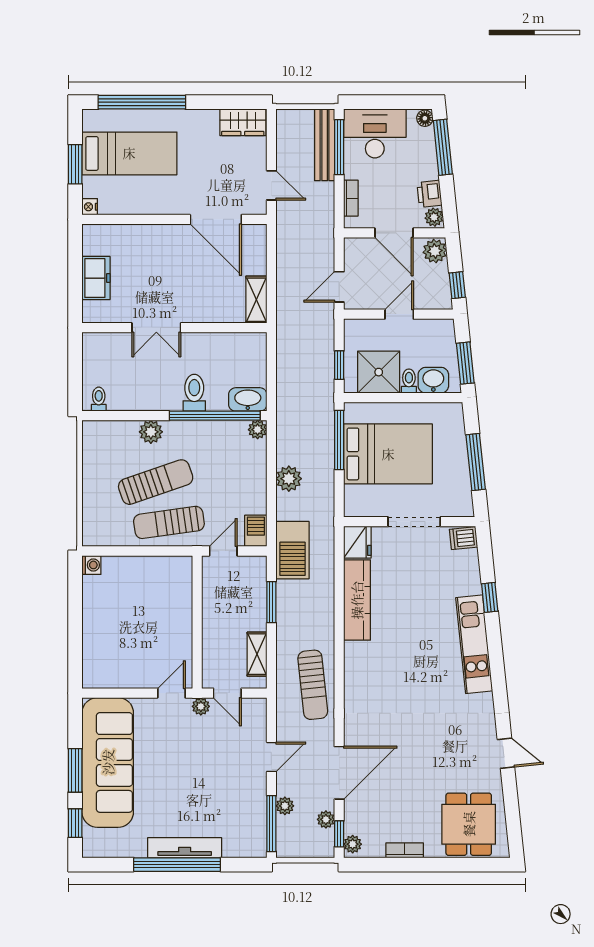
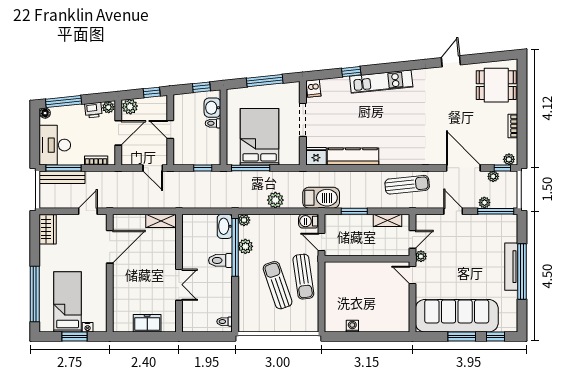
nightstand: (90, 207) -> (88, 327), moved
window: (465, 363) -> (201, 87), width x0.67
shower: (379, 372) -> (207, 143), removed
plant: (151, 432) -> (245, 246), moved
washing machine: (91, 565) -> (352, 326), moved

